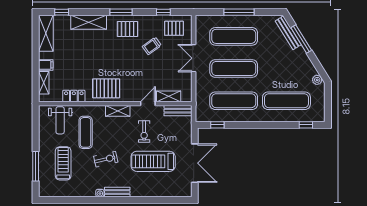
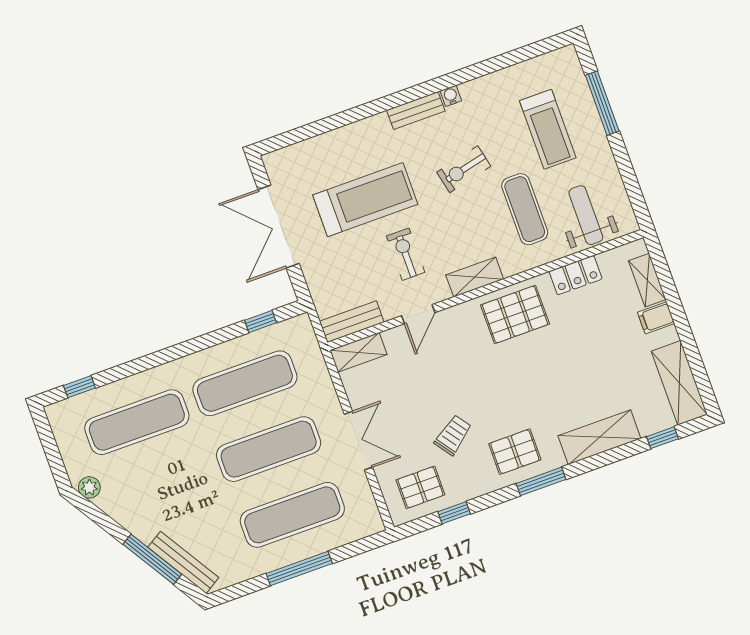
shelving: (169, 96) -> (358, 352), moved

